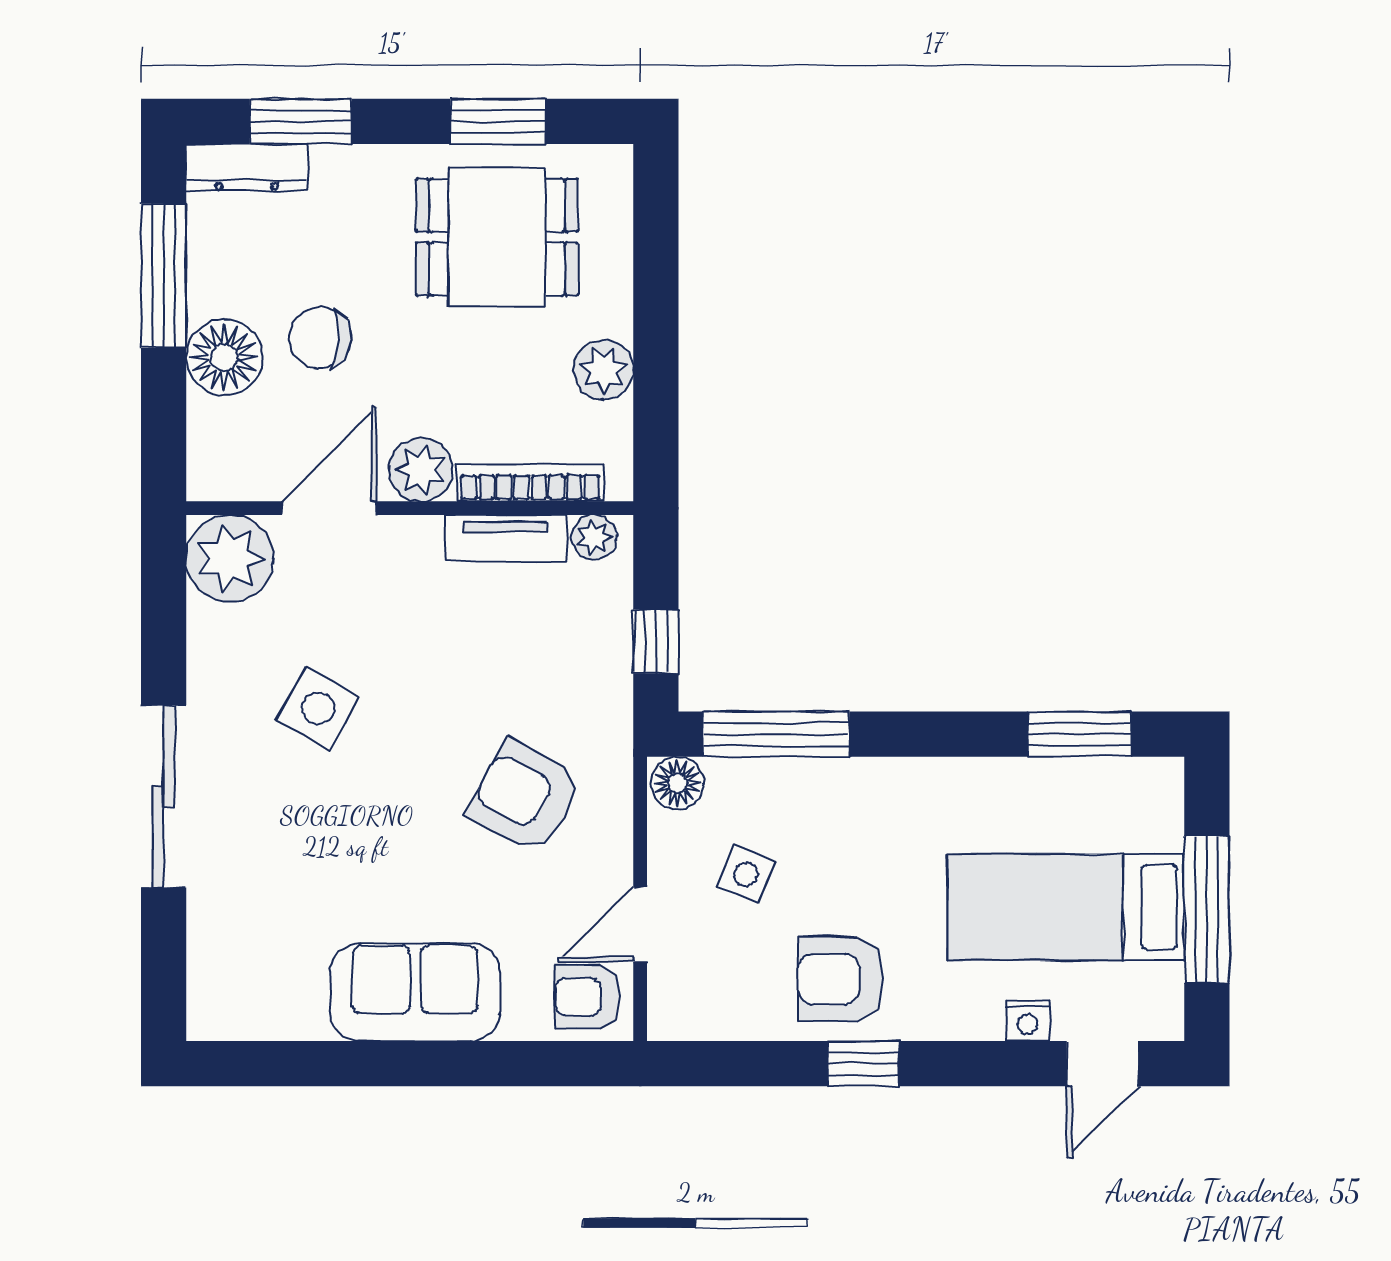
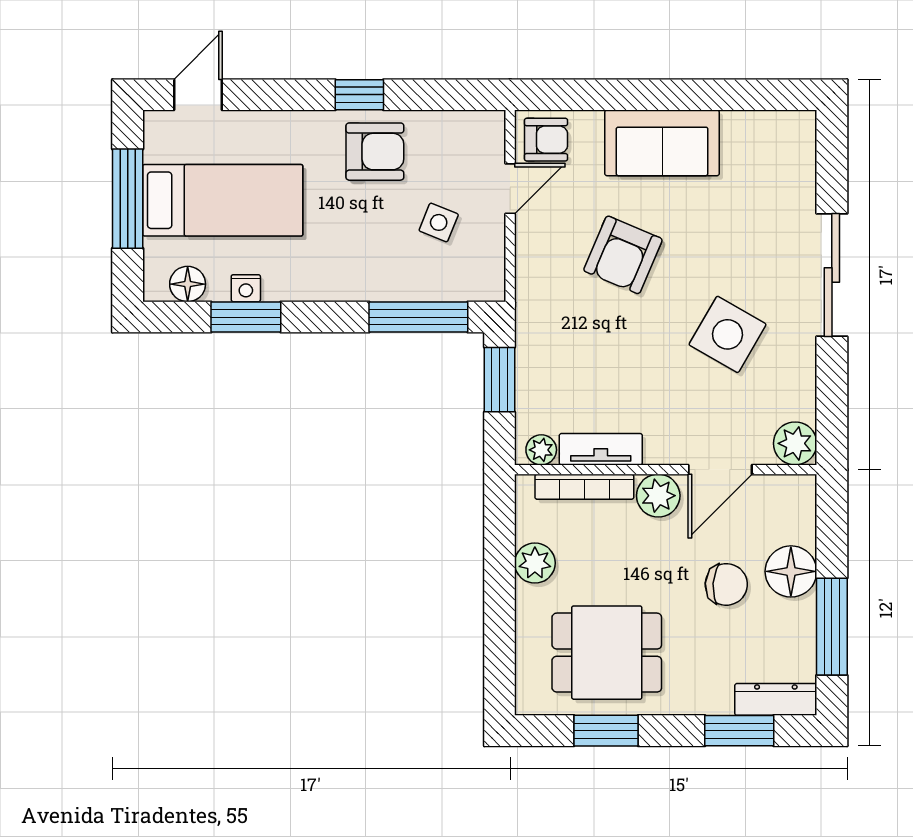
plant: (230, 559) -> (795, 443), width x0.73, depth x0.73
window: (656, 641) -> (500, 380), width x1.50
side table: (318, 708) -> (728, 334), width x1.37, depth x1.37
window: (1080, 734) -> (246, 317), moved
floor lamp: (678, 783) -> (188, 284), moved
armchair: (525, 797) -> (623, 255), moved, turned 84
nightstand: (1027, 1021) -> (246, 288), moved, turned 180

